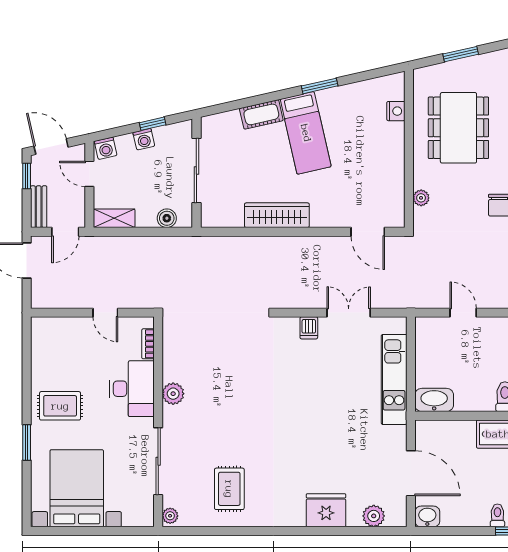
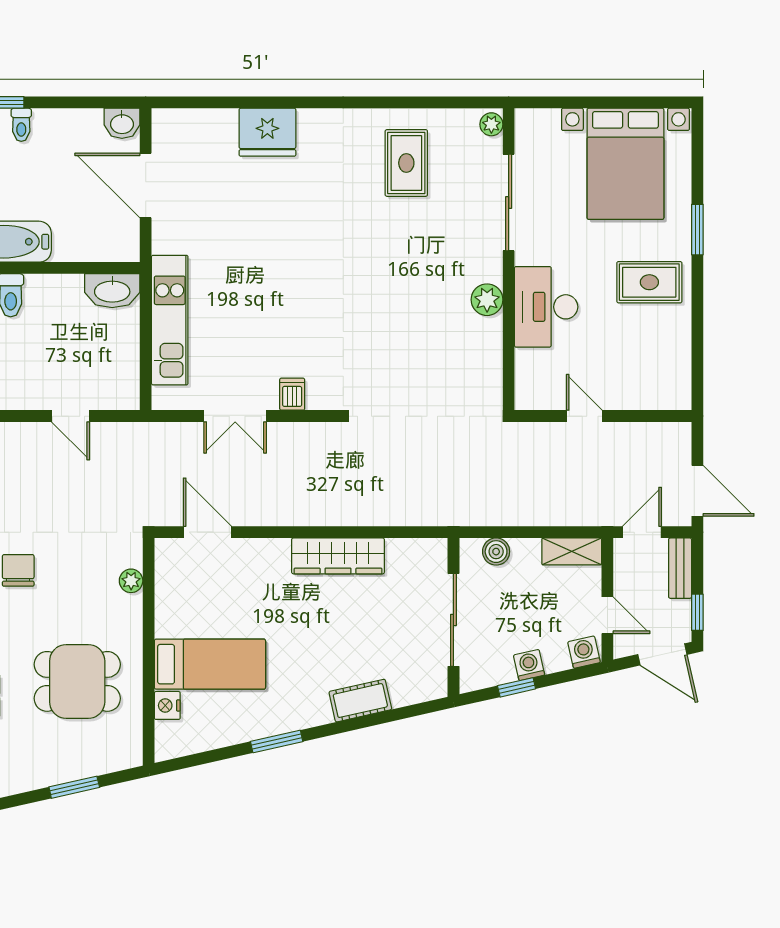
dining table: (458, 128) -> (77, 681), width x0.73
bed: (306, 133) -> (210, 664), moved, turned 103
bookcase: (148, 344) -> (523, 371), removed
plant: (374, 516) -> (199, 124), removed

